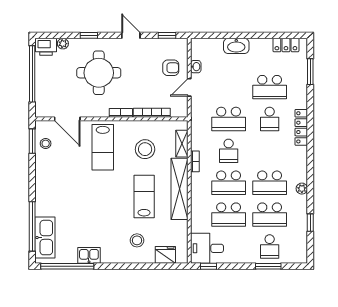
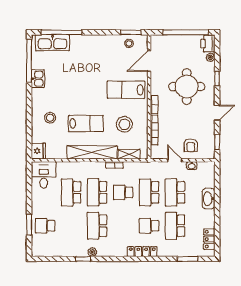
school desk: (270, 215) -> (175, 192), moved
window: (310, 223) -> (83, 259), moved
fridge: (165, 255) -> (38, 151), moved
window: (209, 266) -> (29, 176), removed

